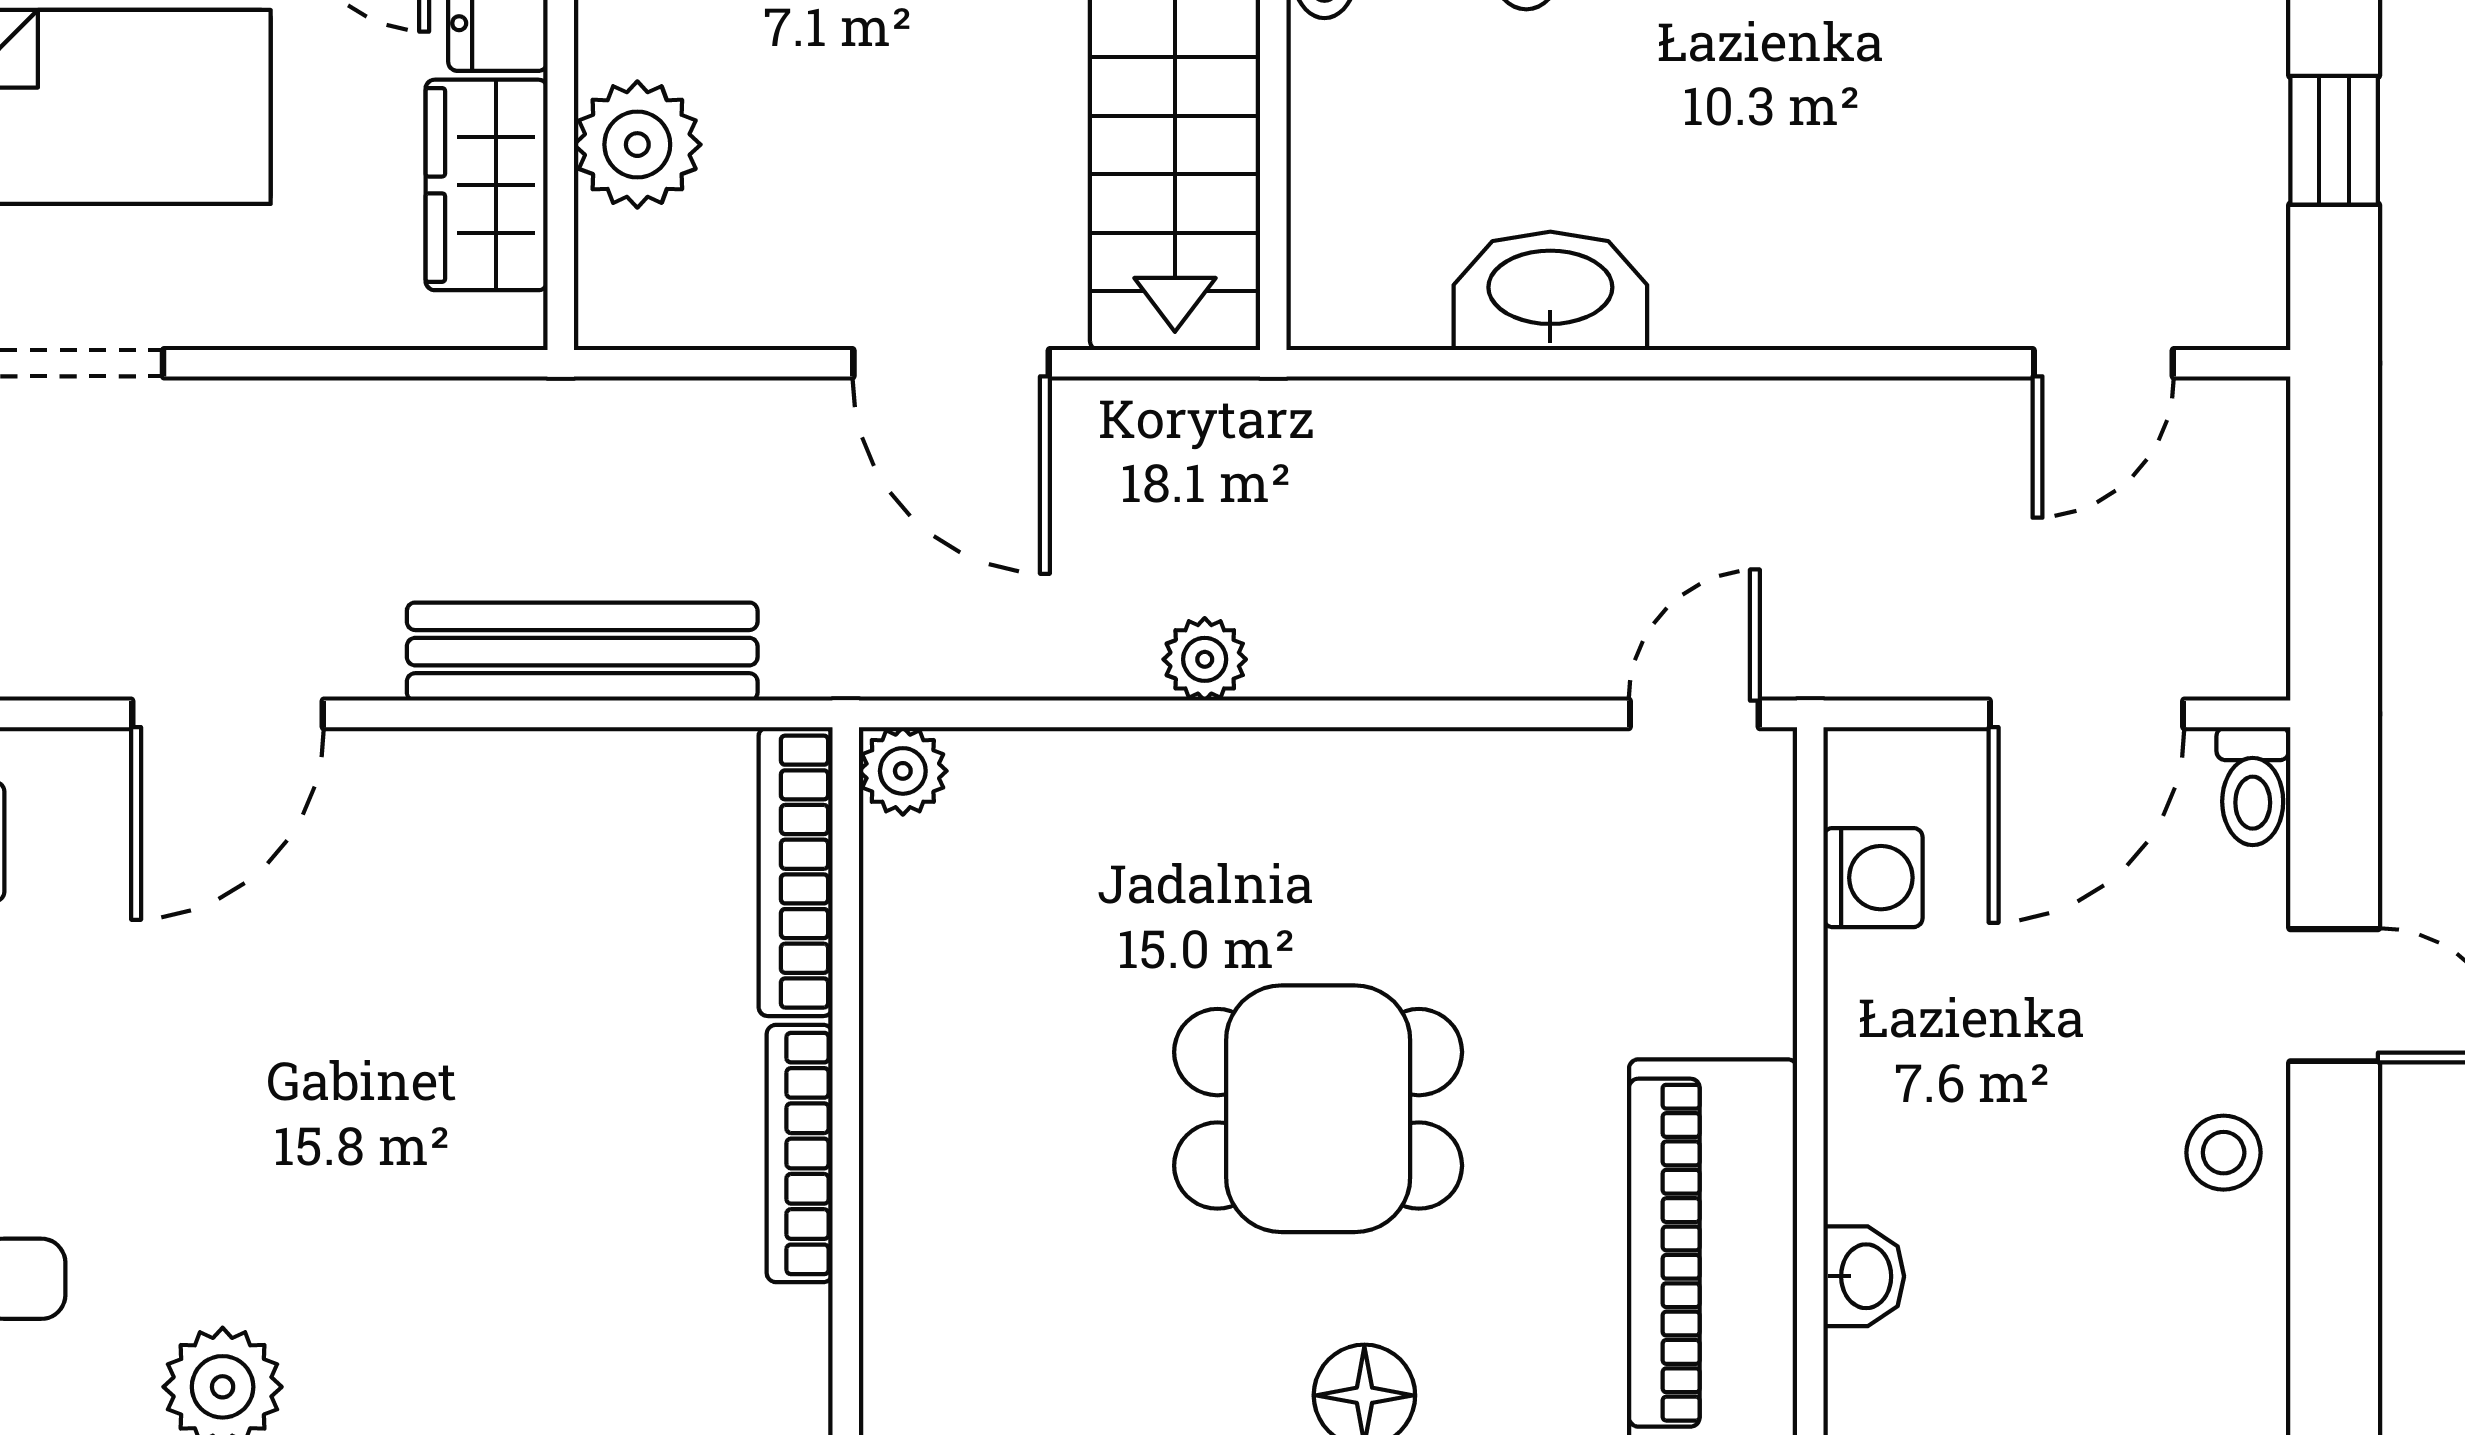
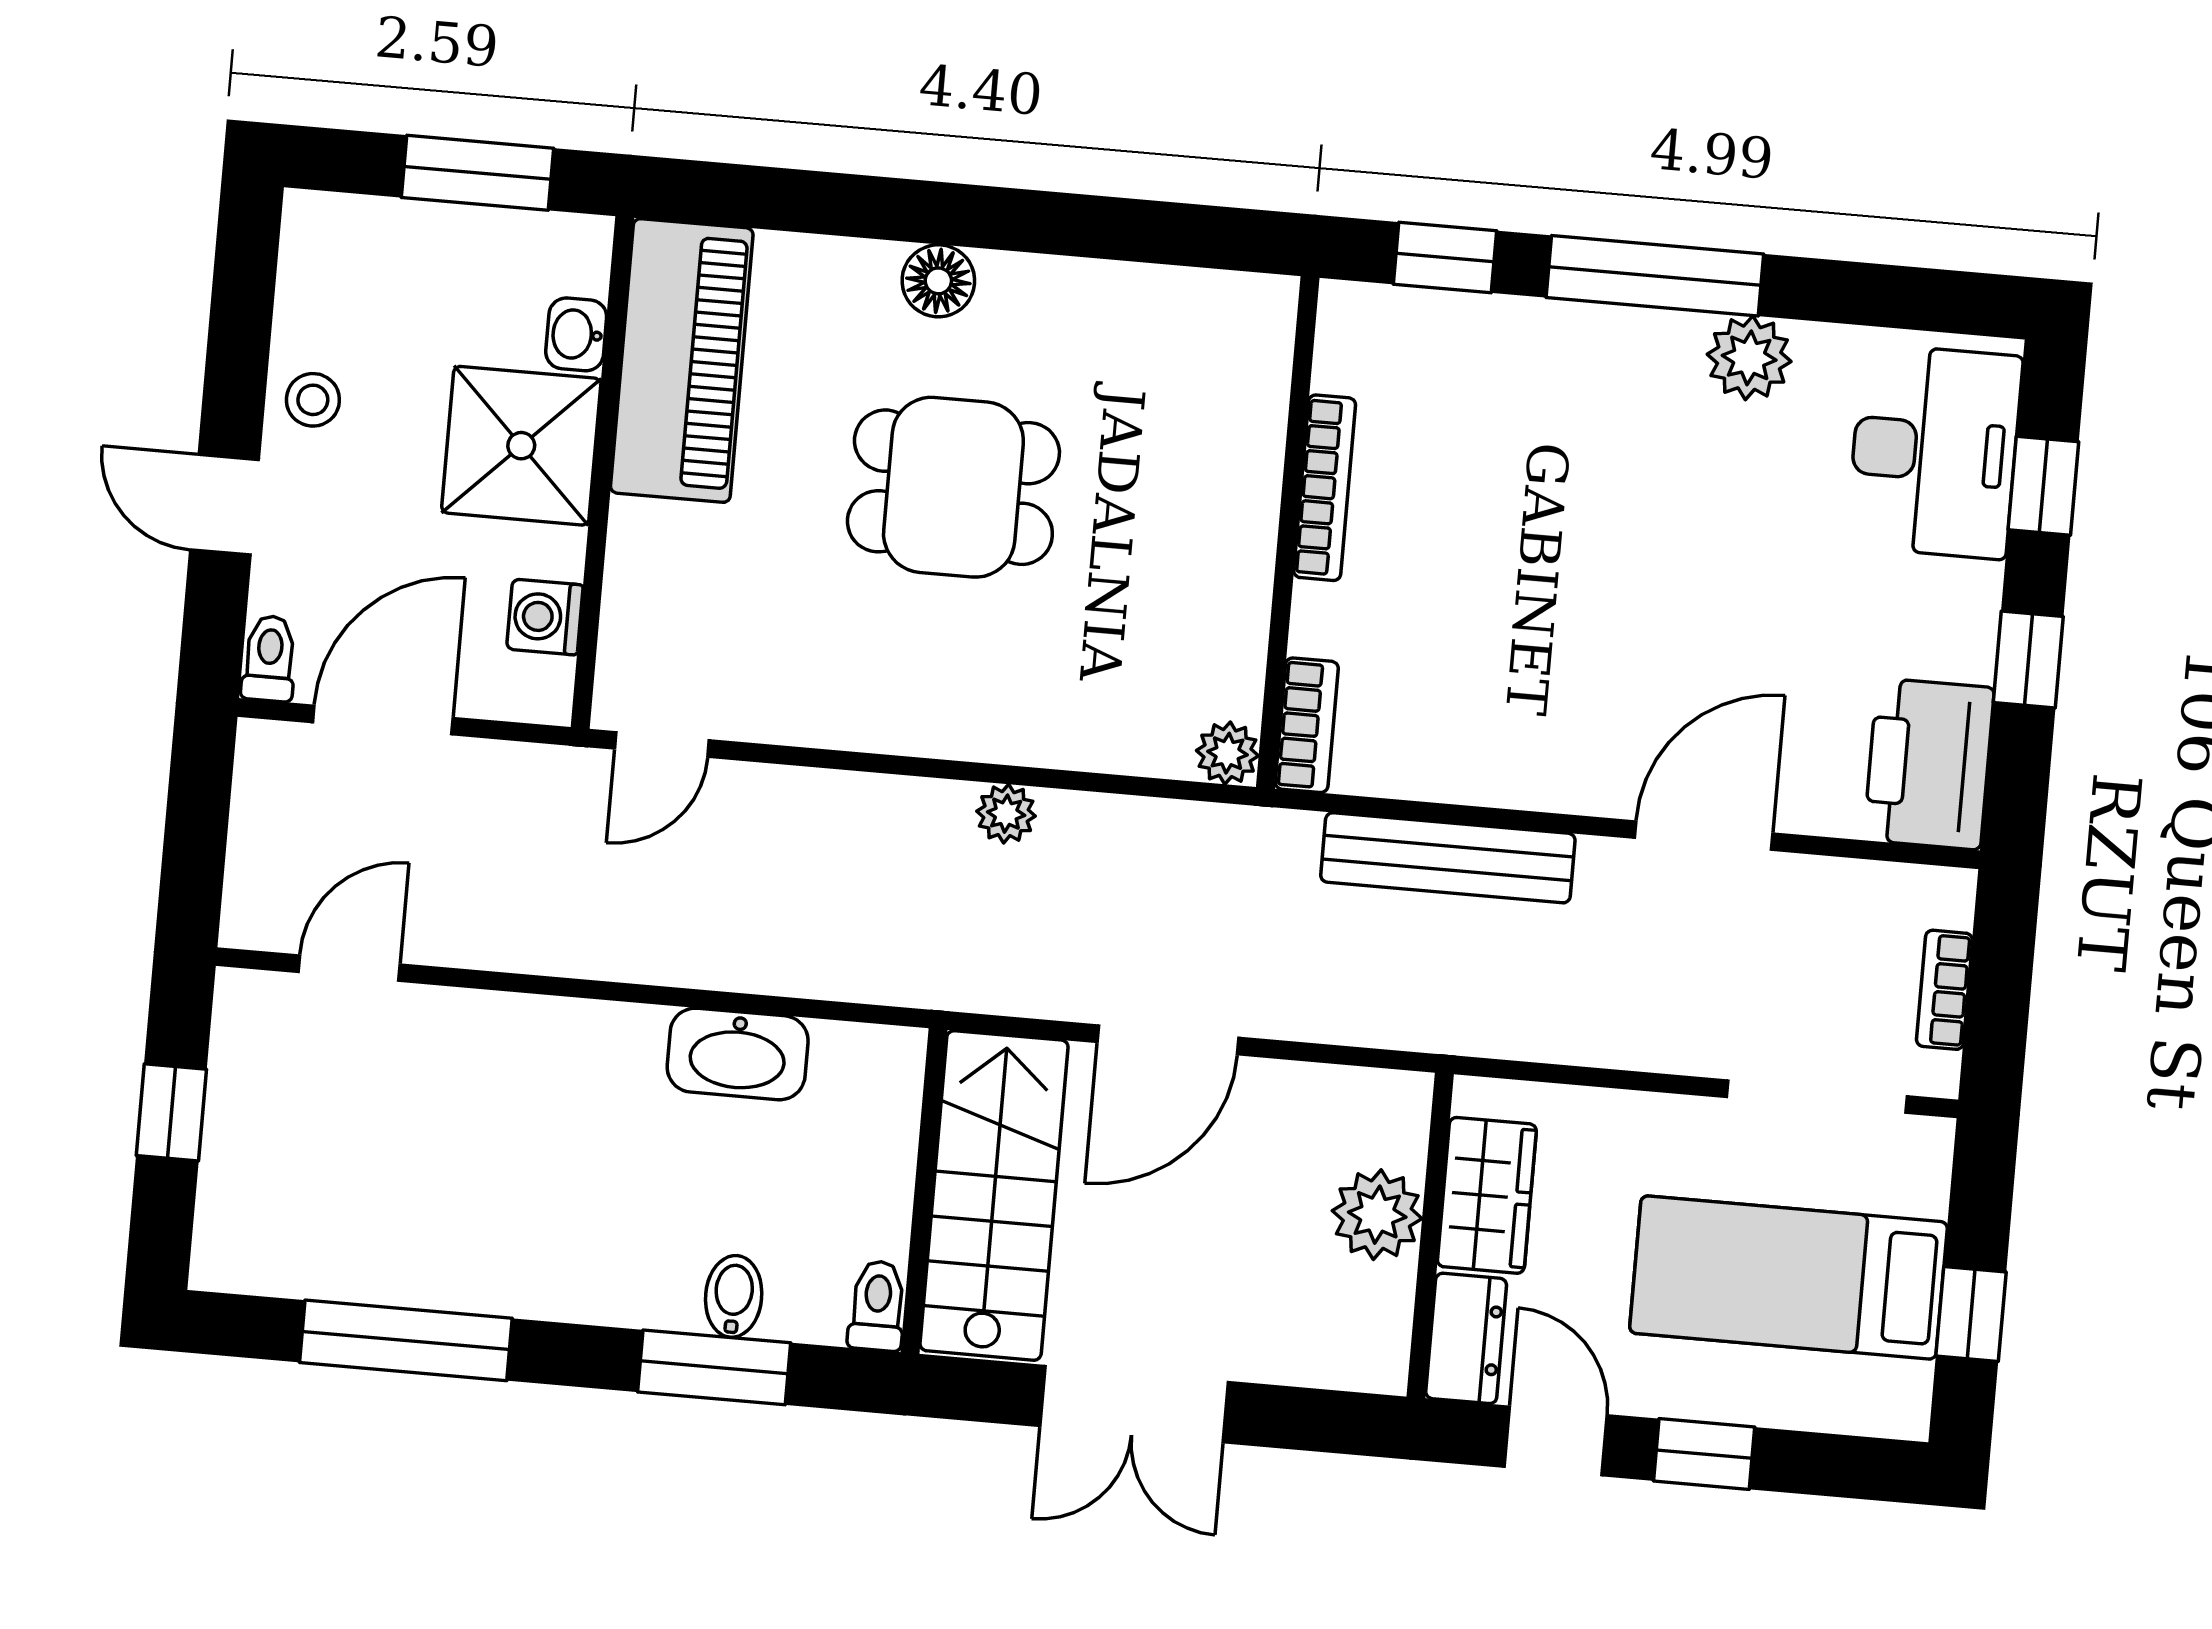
door: (951, 363) -> (1168, 1040), swing flipped
bookcase: (796, 872) -> (1307, 725), width x0.64
shower: (1927, 1114) -> (521, 446), added

